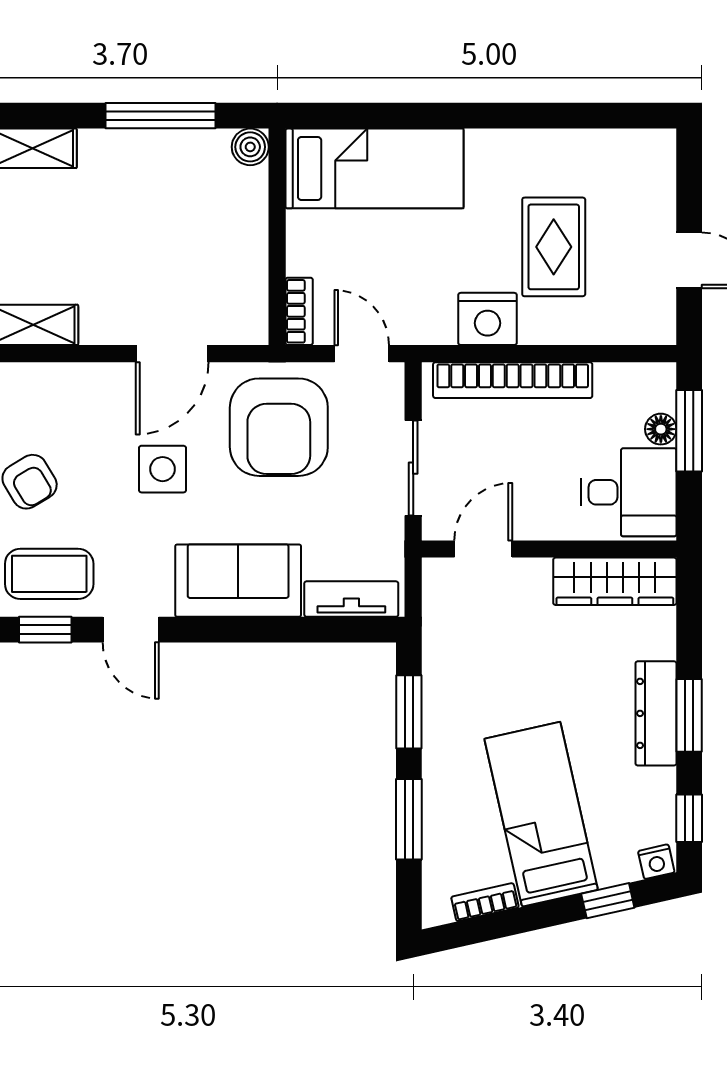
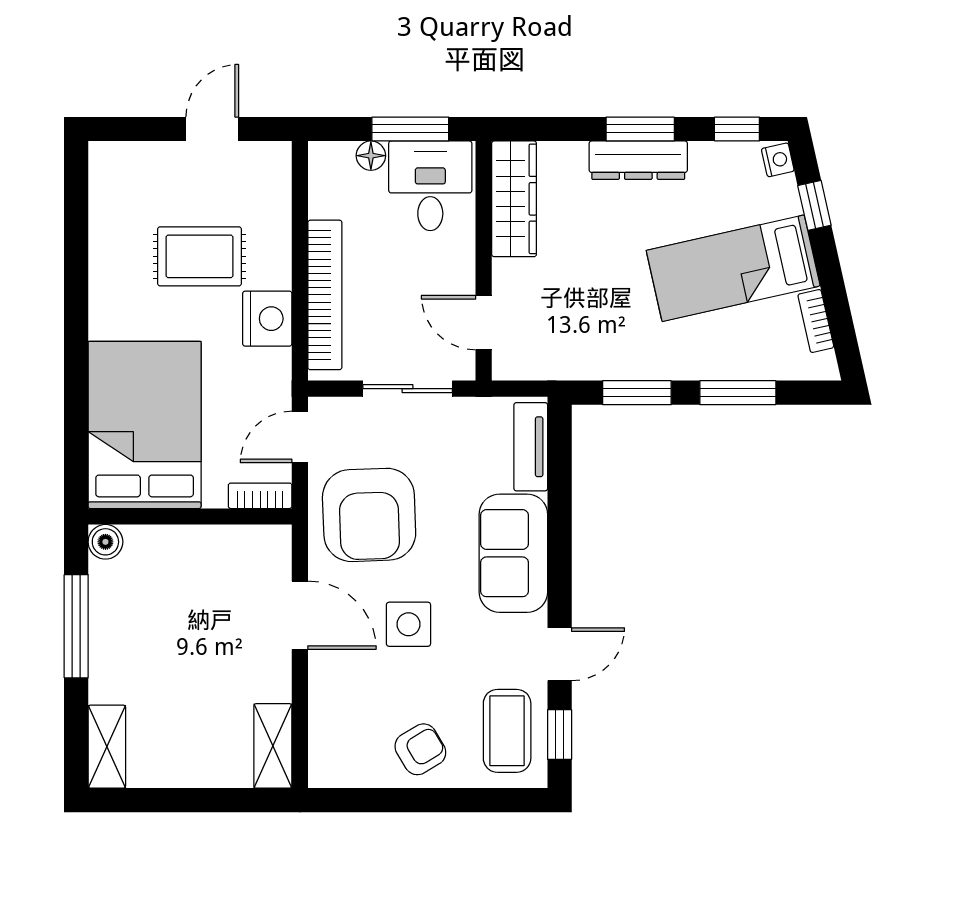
bed: (374, 168) -> (145, 425), width x1.50
armchair: (279, 427) -> (369, 515), turned 88
window: (689, 431) -> (410, 129), moved

